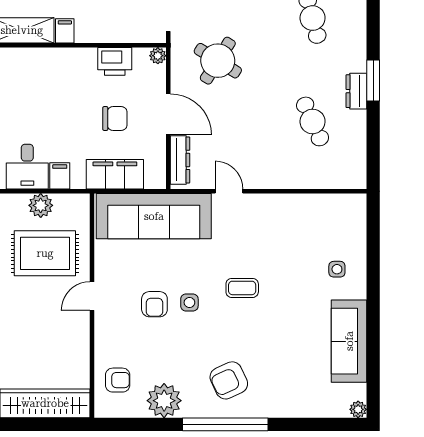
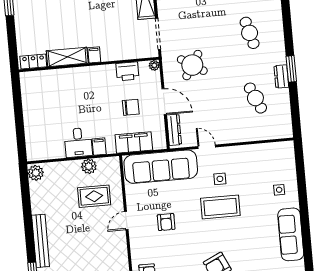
rug: (45, 253) -> (94, 196), width x0.73, depth x0.70
coffee table: (242, 288) -> (220, 207), width x1.86, depth x1.72
side table: (189, 302) -> (220, 179), moved

